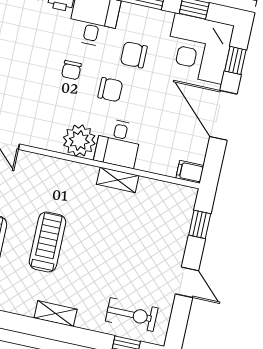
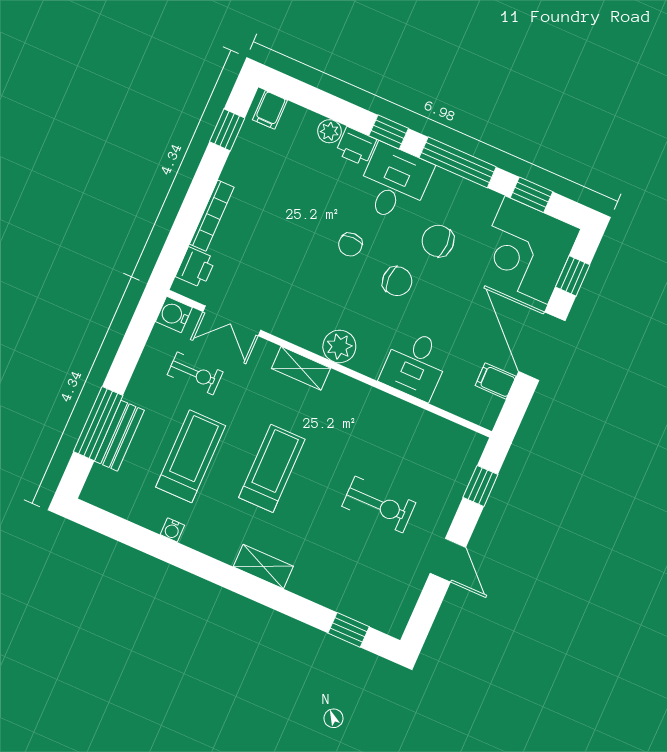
plant: (79, 140) -> (339, 346), width x0.73, depth x0.73
desk: (118, 143) -> (415, 365), moved
filing cabinet: (190, 172) -> (496, 381), moved
shelving: (118, 180) -> (301, 368), moved
exercise bike: (132, 315) -> (379, 505), moved

